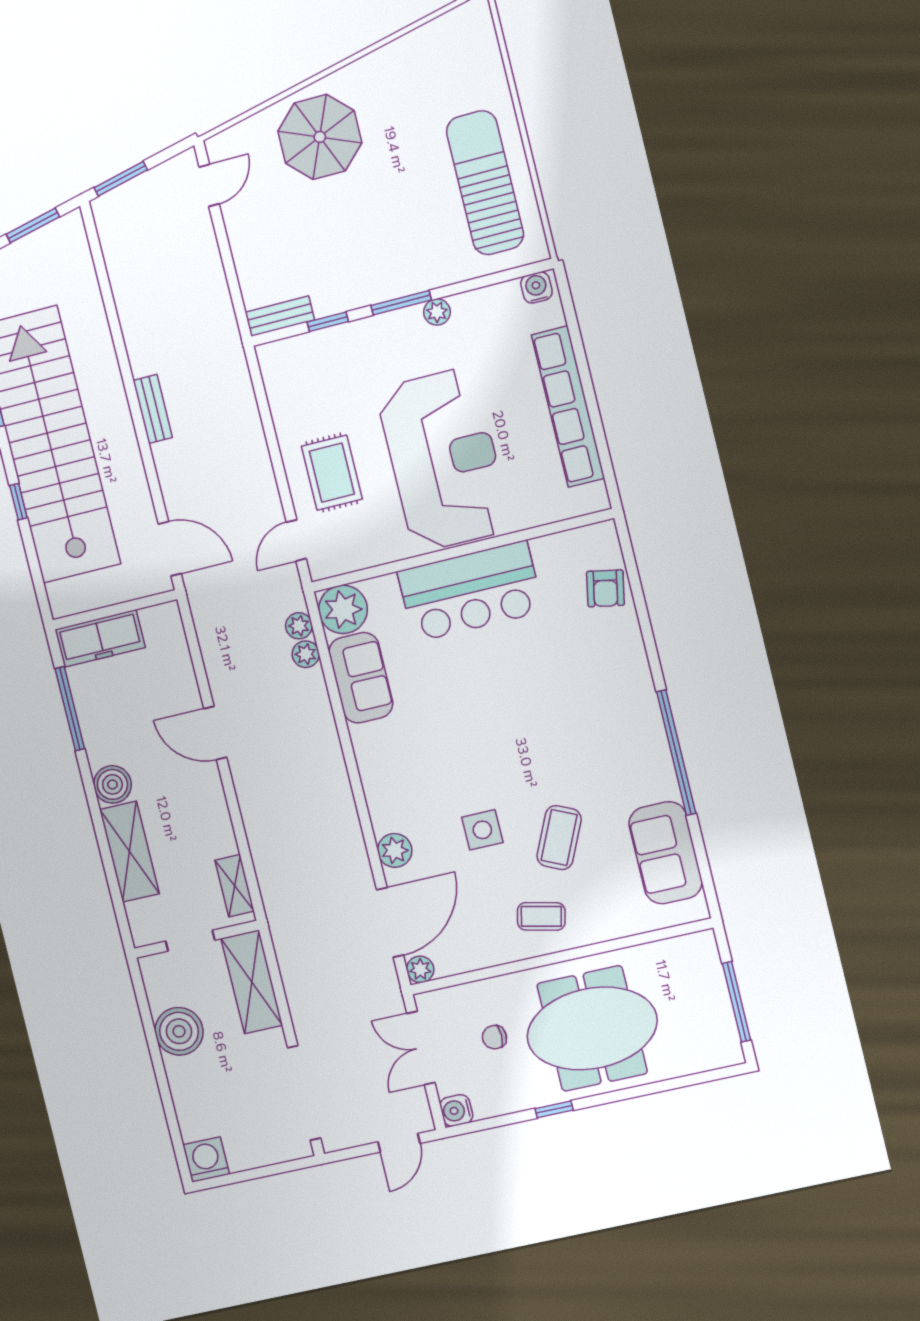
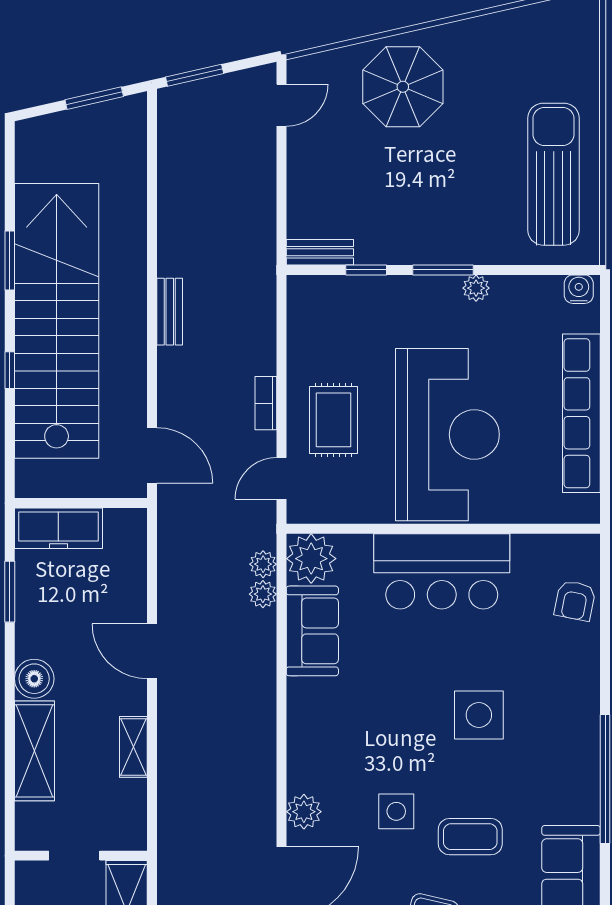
bookcase: (264, 473) -> (266, 403), added
window: (70, 709) -> (10, 592), width x0.69
side table: (539, 720) -> (479, 715), added
coffee table: (559, 838) -> (470, 837), turned 65
shelving: (235, 886) -> (133, 747), moved

